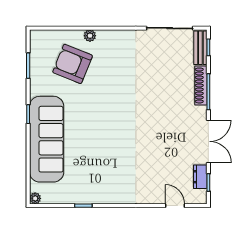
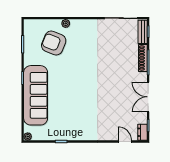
double door: (208, 141) -> (148, 97), swing flipped
dresser: (200, 177) -> (142, 132), moved

